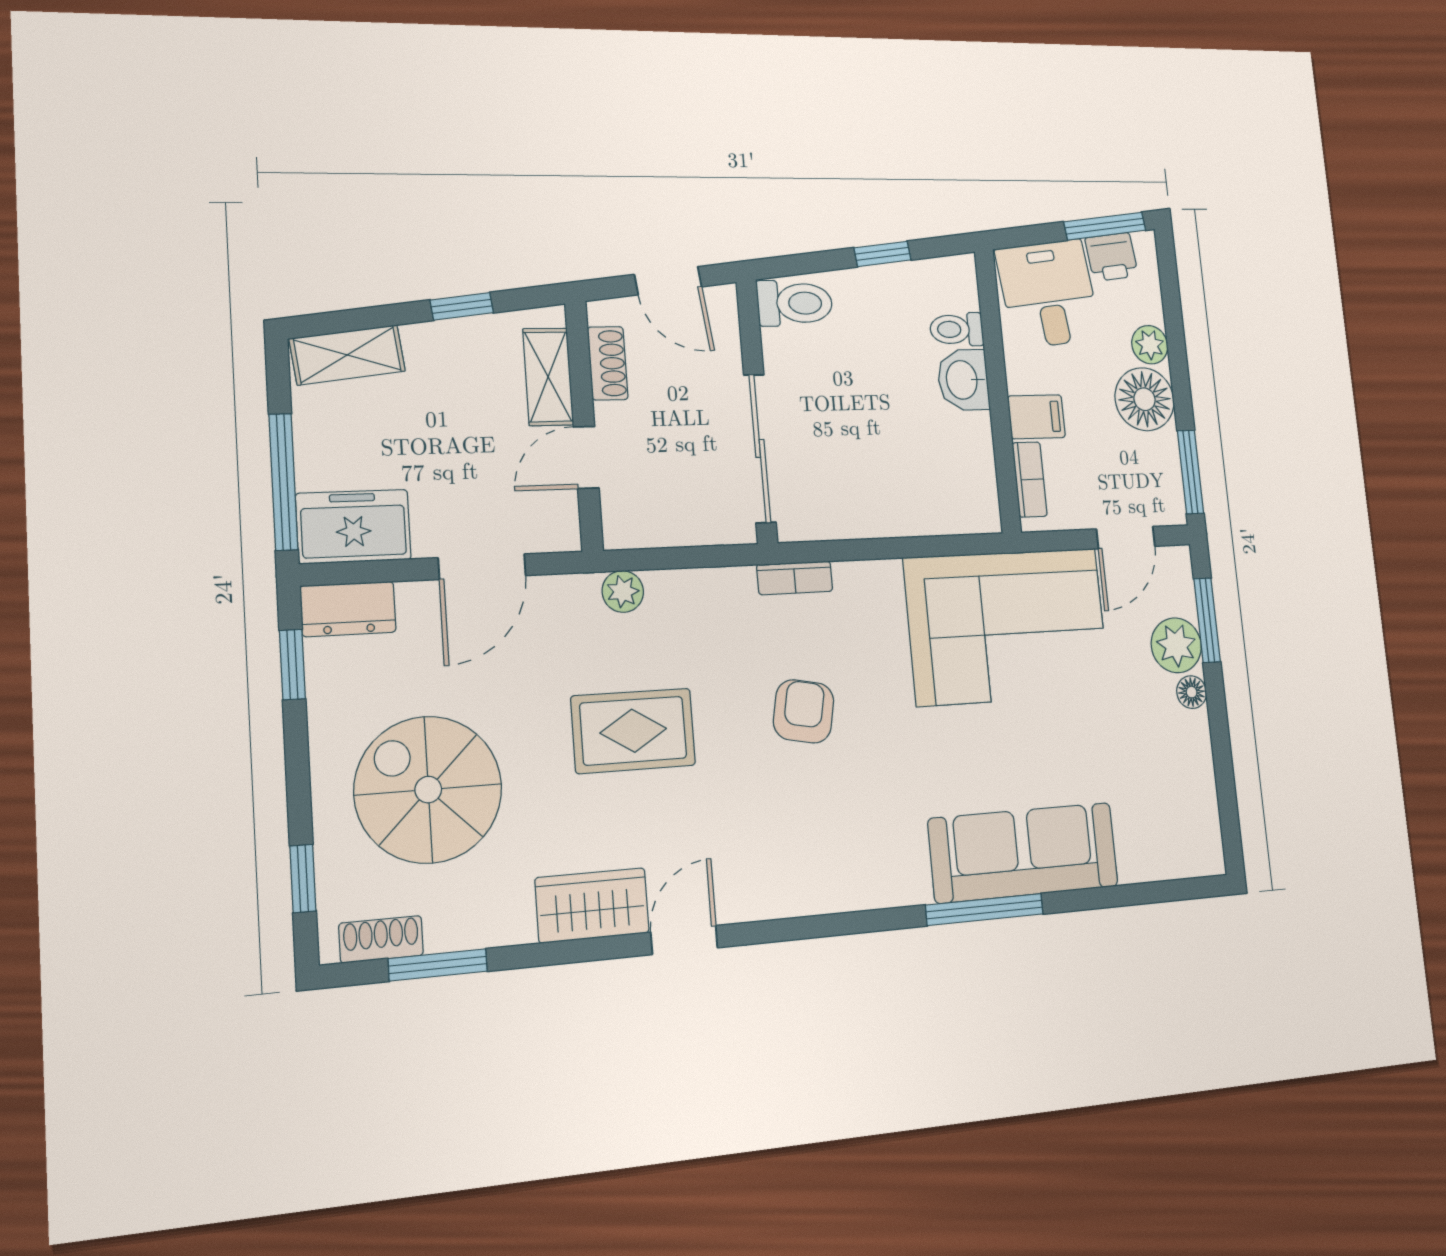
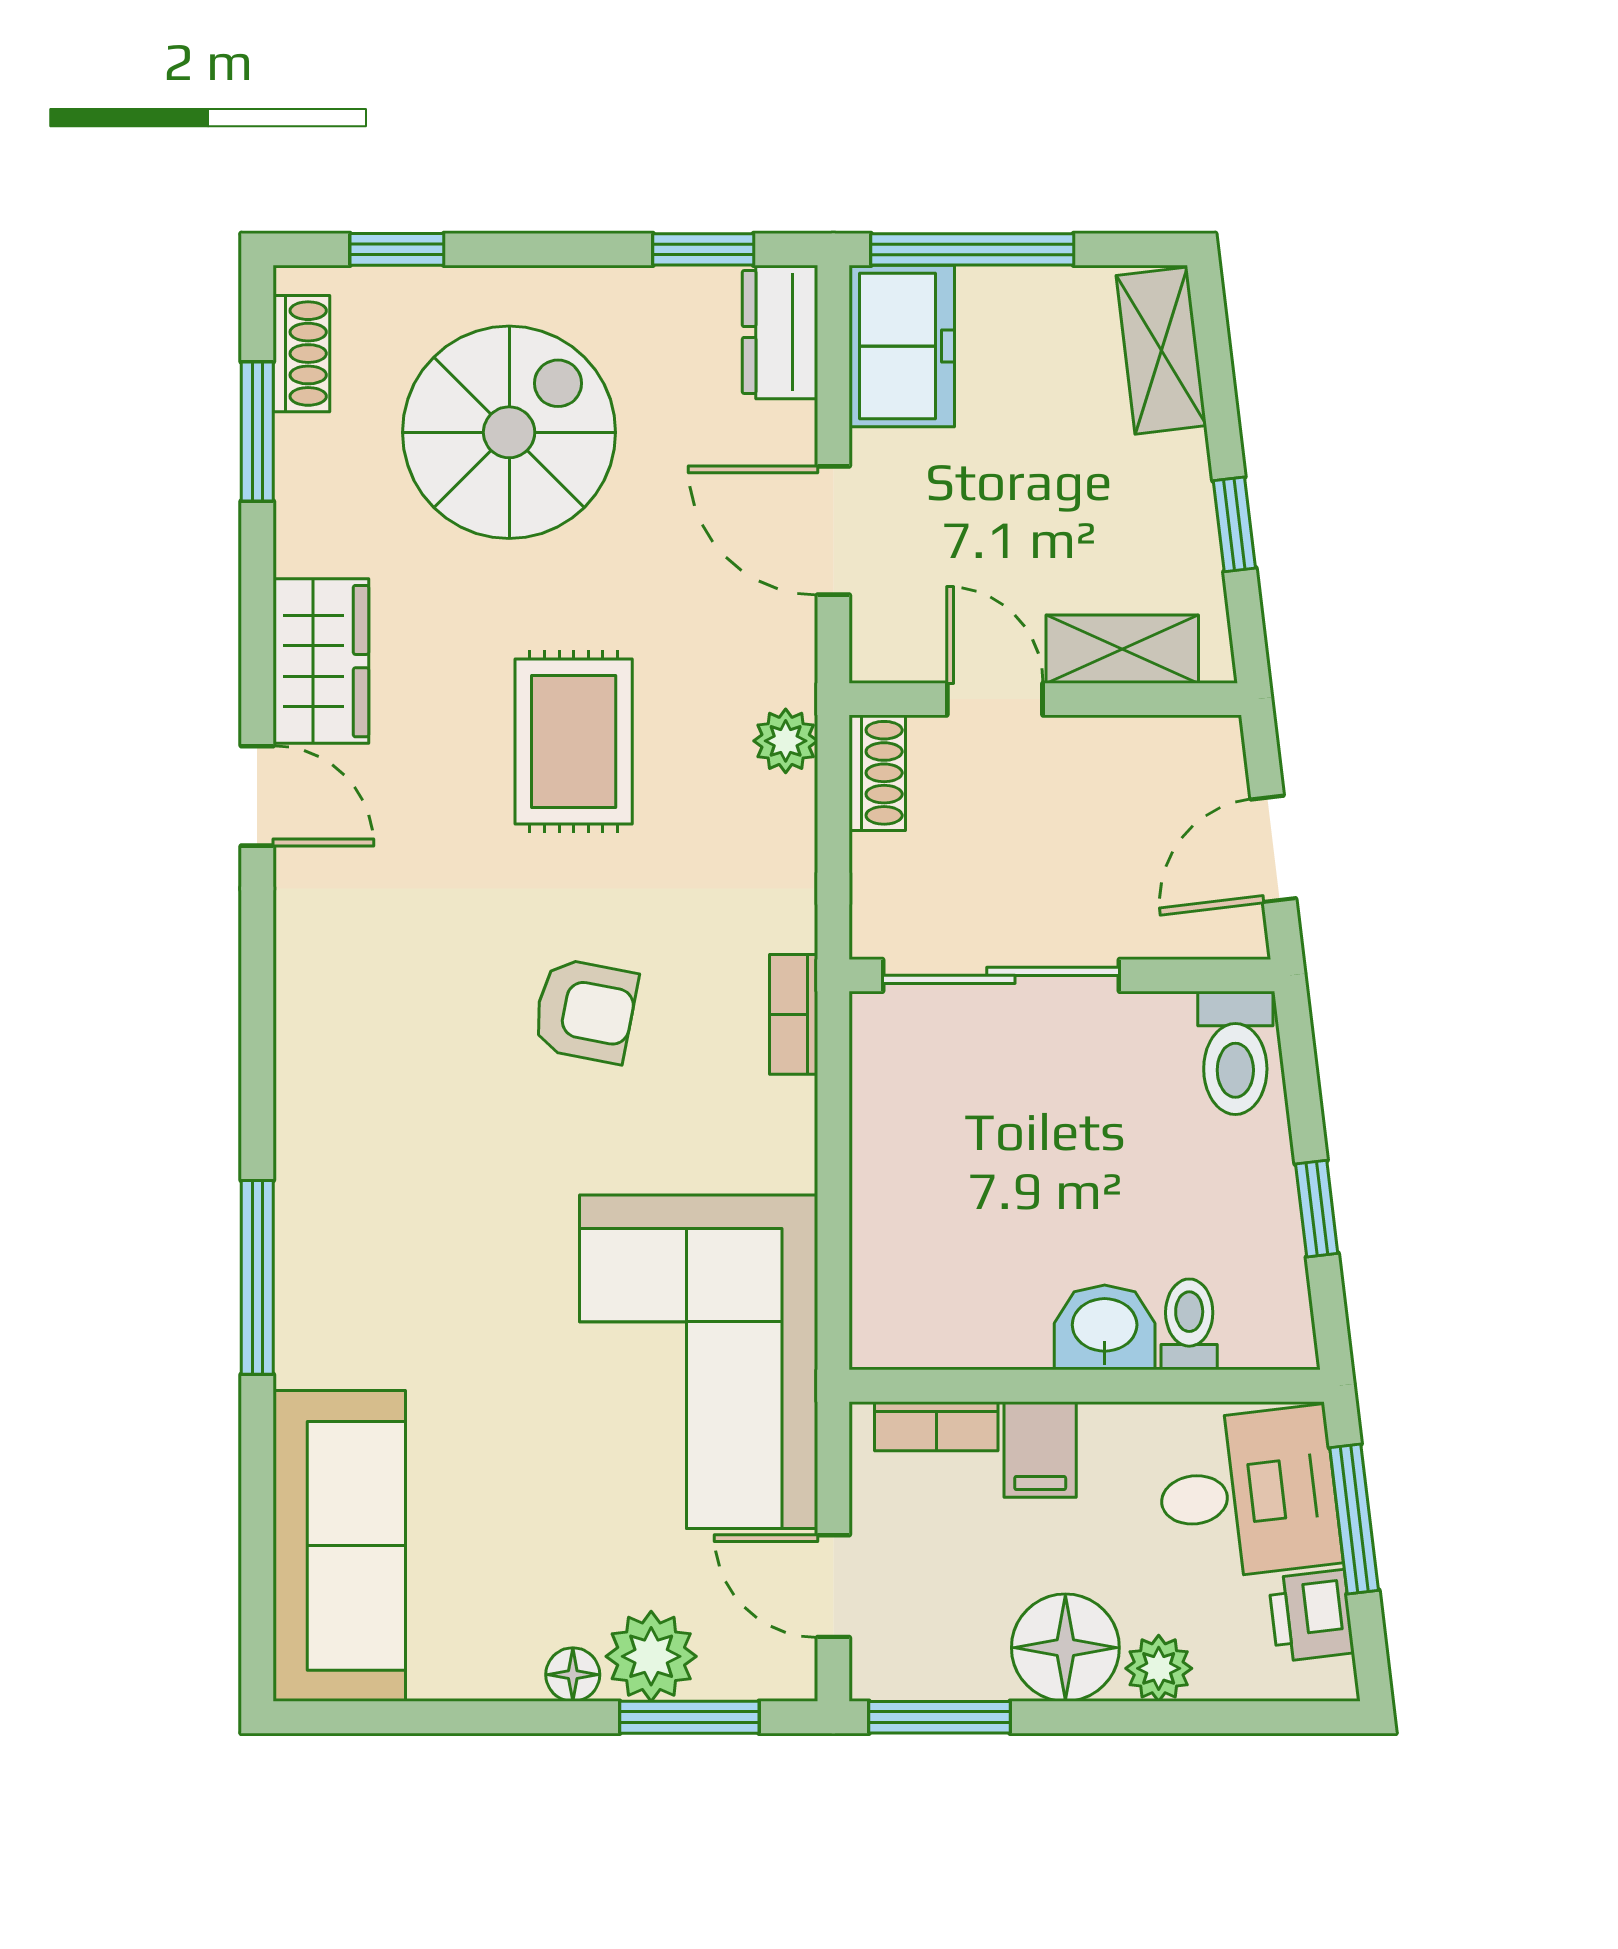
window: (1105, 226) -> (1354, 1519), moved
shoe rack: (608, 363) -> (877, 773), moved, turned -90
sofa: (1024, 853) -> (339, 1546), moved

